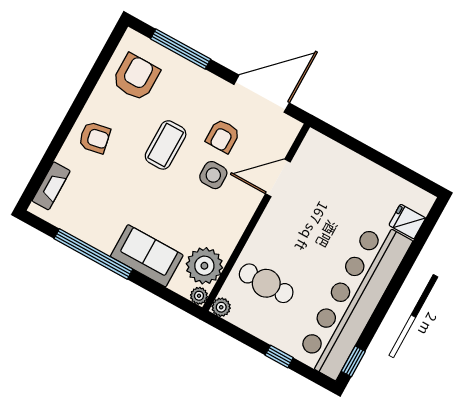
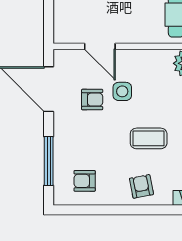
armchair: (136, 77) -> (85, 181), width x0.72, depth x0.72
coffee table: (166, 145) -> (149, 138), moved

